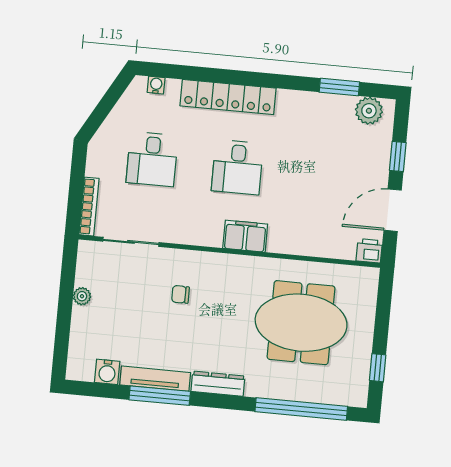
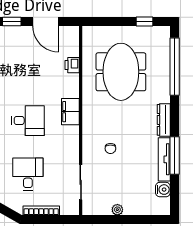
desk: (152, 159) -> (28, 174), turned -90
bookcase: (89, 207) -> (41, 211), moved
printer: (369, 251) -> (72, 65), moved

